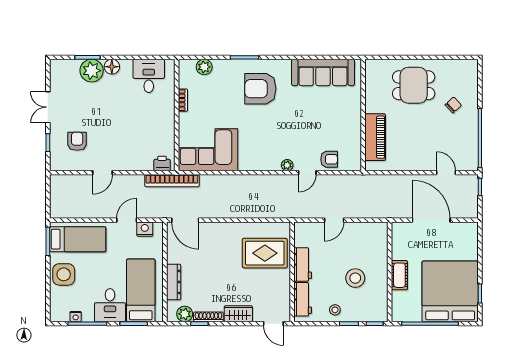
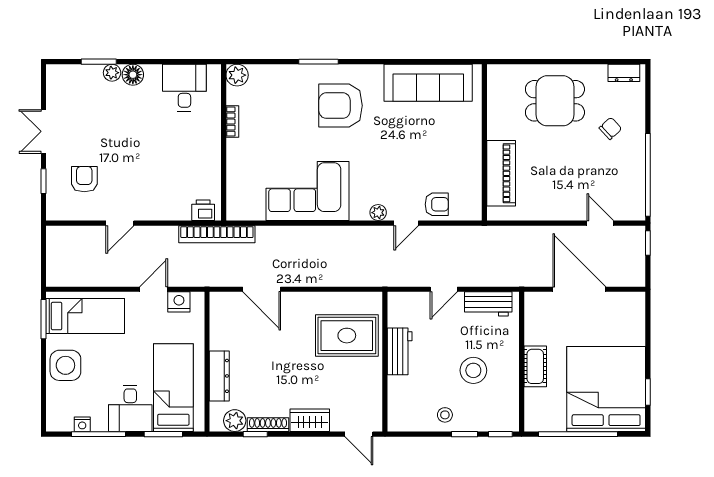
dresser: (463, 65) -> (624, 73), added
plant: (204, 67) -> (237, 75), moved
plant: (92, 71) -> (112, 73), width x0.53, depth x0.53
corner sofa: (208, 150) -> (307, 191), moved
door: (185, 220) -> (262, 289), moved
workbench: (303, 299) -> (488, 304), moved, turned 90

